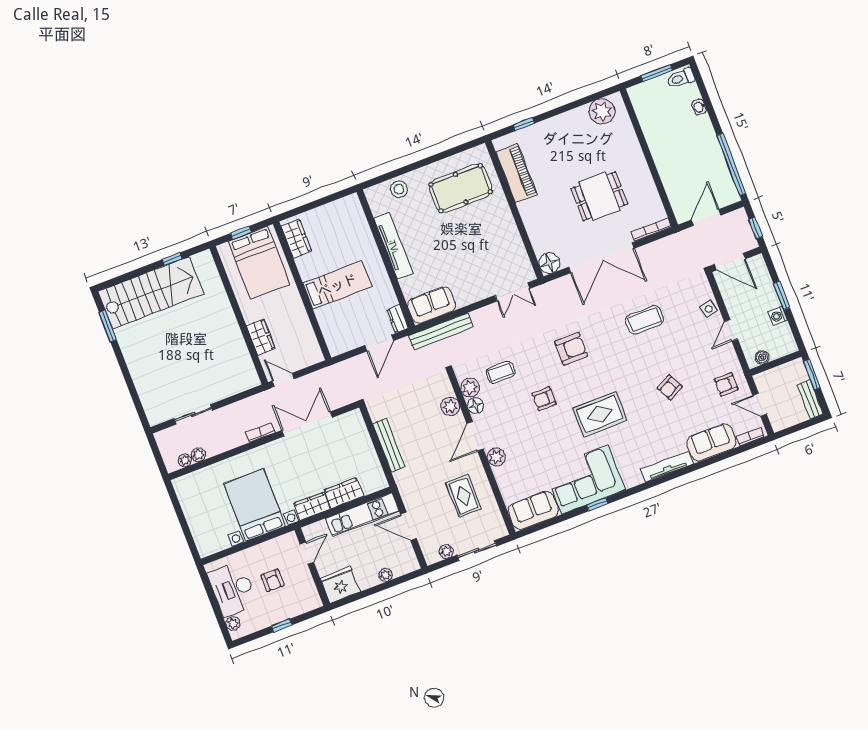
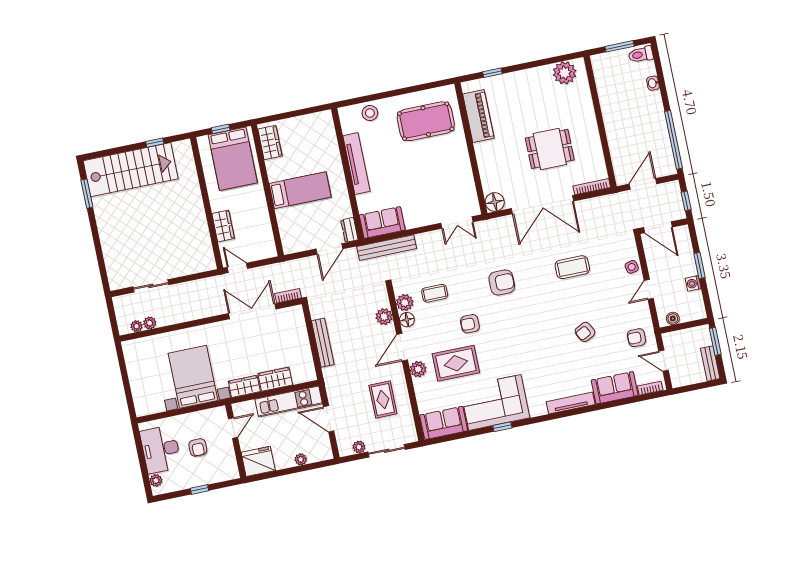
rug: (600, 414) -> (456, 363), moved
bookcase: (260, 432) -> (288, 296), moved

